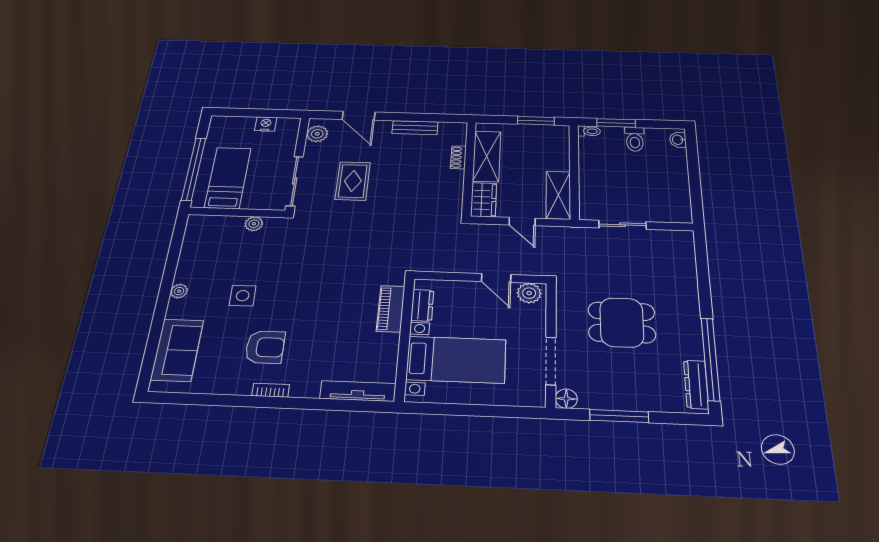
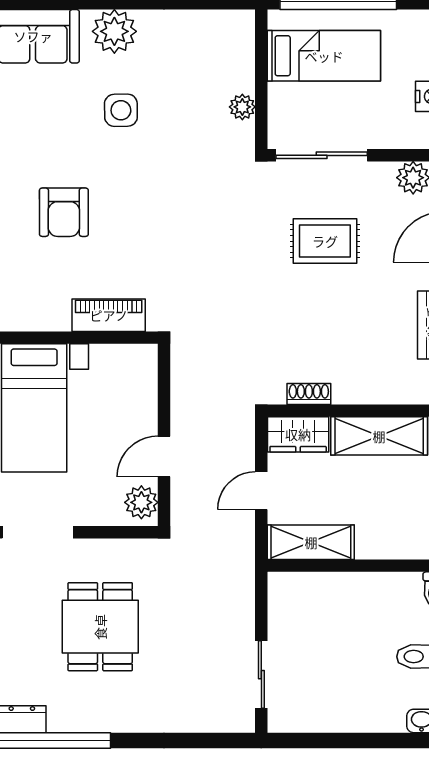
shoe rack: (458, 157) -> (309, 394), moved
sliding door: (623, 225) -> (261, 675), moved
plant: (179, 291) -> (114, 31), width x1.88, depth x1.88
dresser: (422, 305) -> (116, 358), removed
armchair: (265, 347) -> (64, 212), moved

